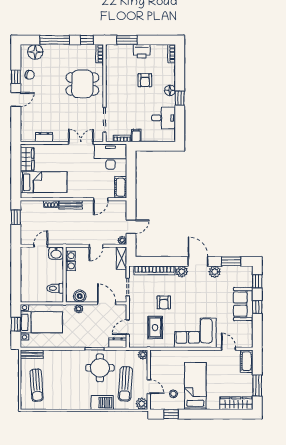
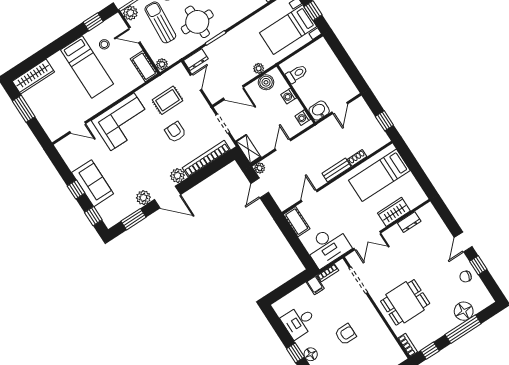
floor lamp: (35, 52) -> (464, 311), moved
armchair: (145, 80) -> (346, 334), moved, turned 90
wardrobe: (27, 159) -> (394, 212), moved, turned 90
washing machine: (70, 266) -> (289, 96), moved
rug: (155, 328) -> (167, 100), turned 90
cot: (247, 361) -> (144, 66), moved

